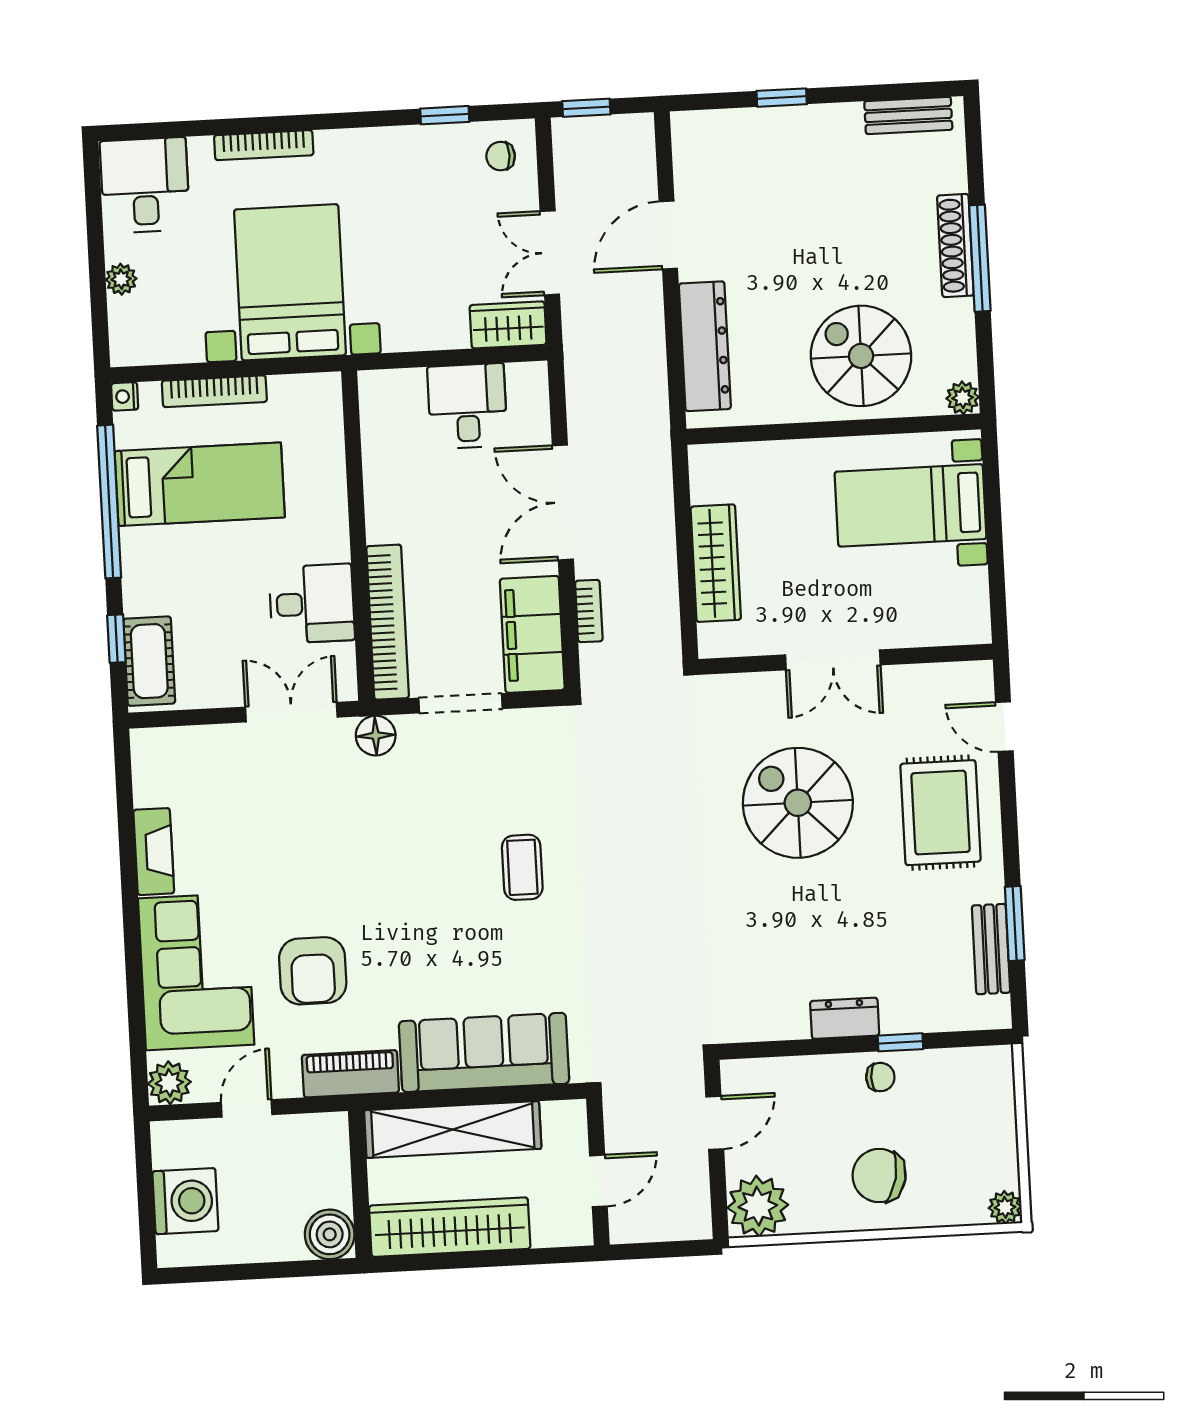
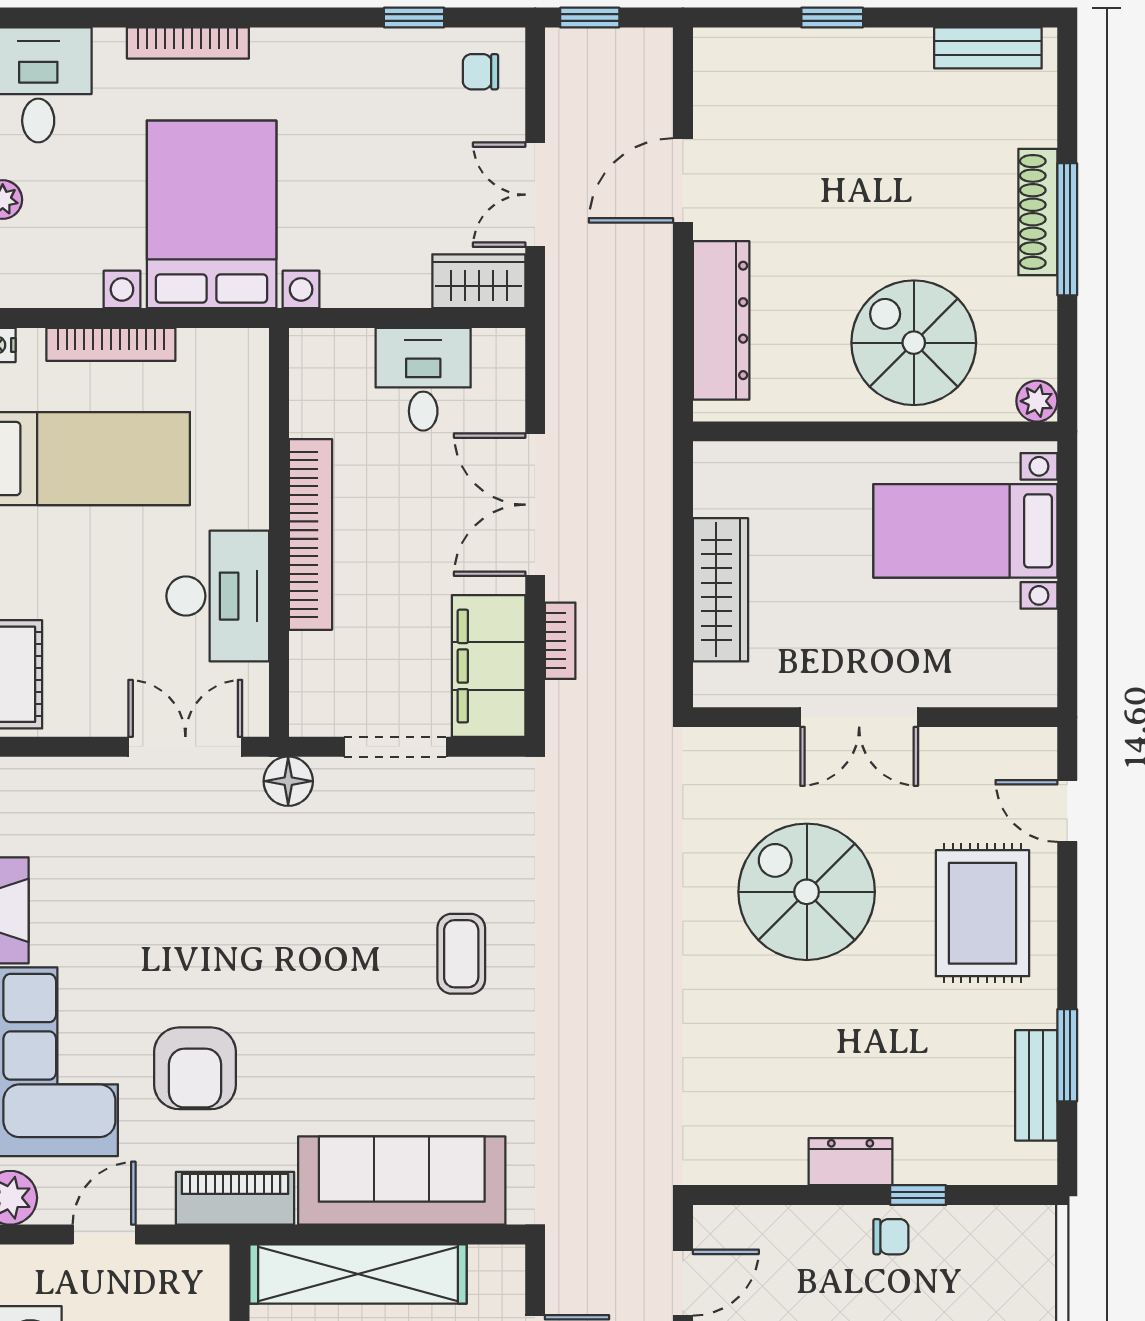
desk: (312, 604) -> (218, 596), width x1.37
bookcase: (388, 622) -> (310, 534), moved

